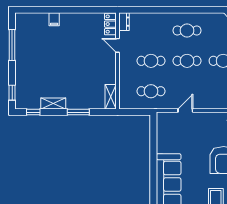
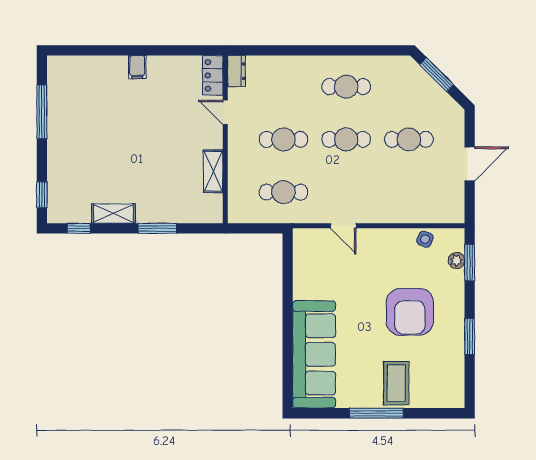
filing cabinet: (54, 19) -> (137, 67), moved
shelving: (111, 97) -> (213, 171), moved
door: (185, 110) -> (343, 226), swing flipped

